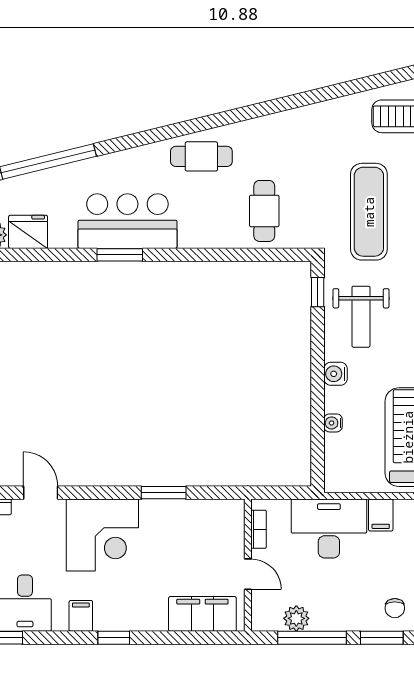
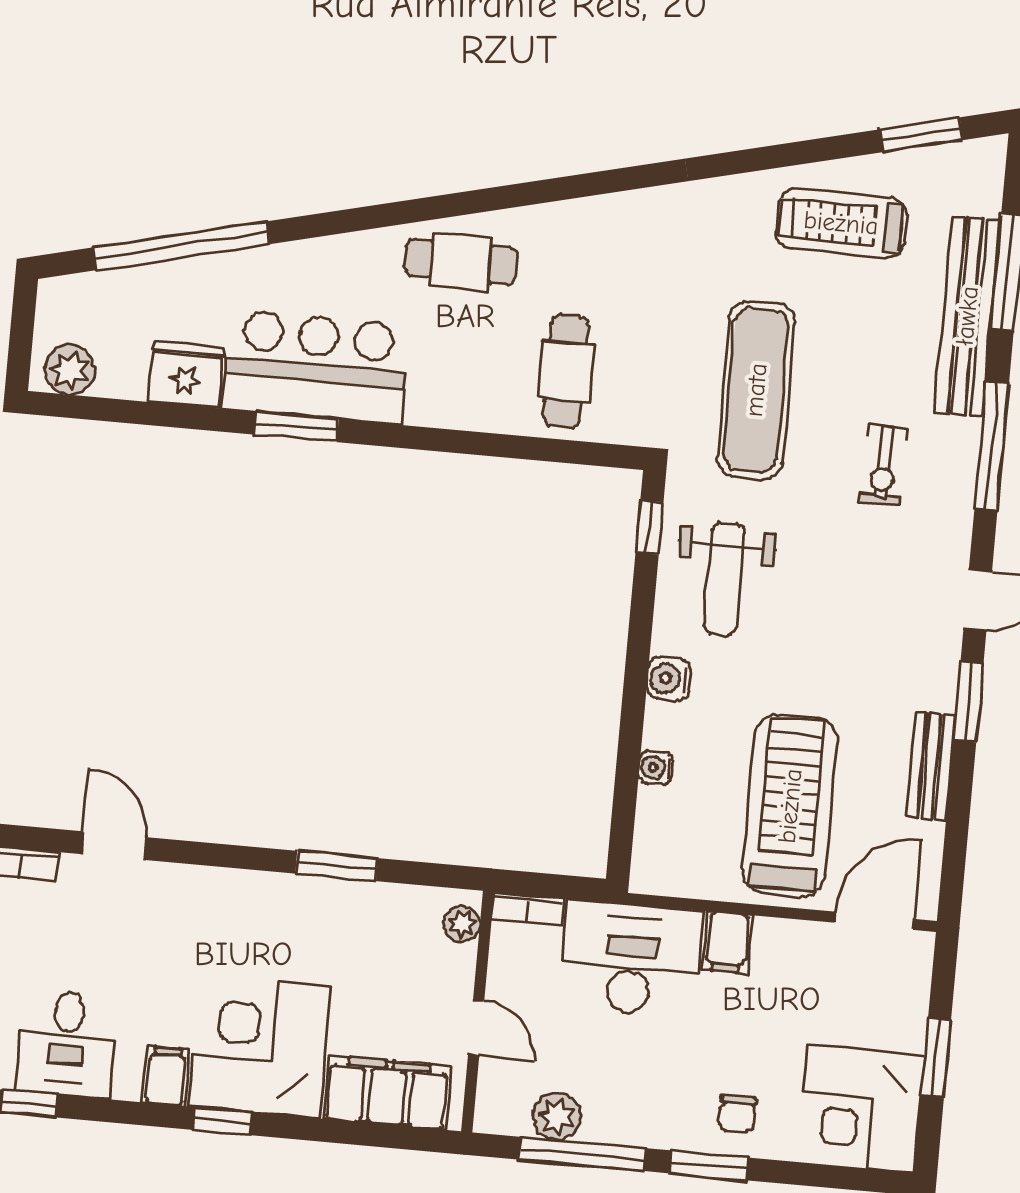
fridge: (28, 232) -> (186, 375), moved
plant: (235, 518) -> (462, 924), added
bookcase: (259, 529) -> (528, 909), moved, turned 90
corner desk: (102, 535) -> (260, 1047), moved, turned 180

